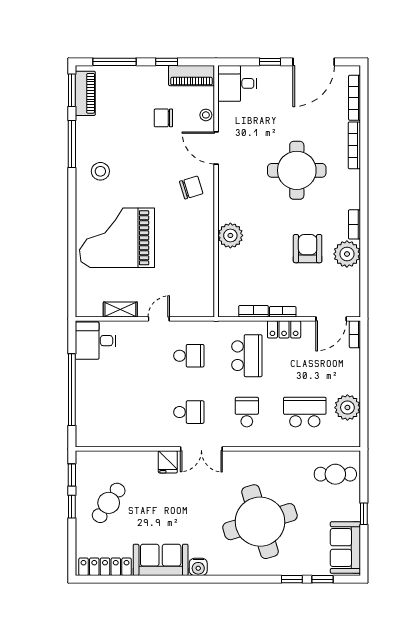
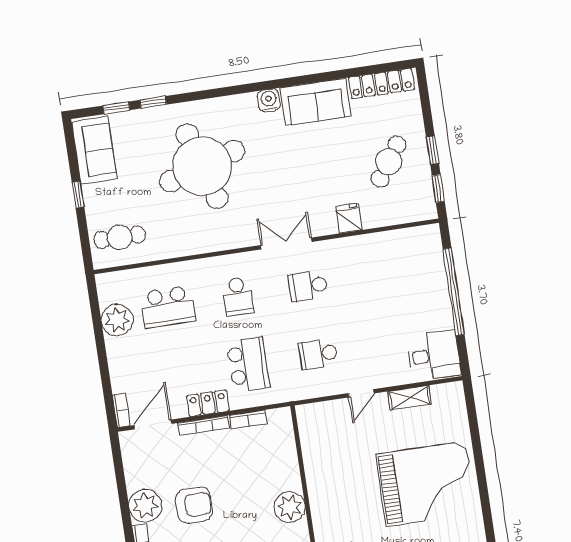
armchair: (308, 249) -> (194, 505), turned -90
bookcase: (283, 312) -> (204, 426), width x1.56
school desk: (247, 356) -> (248, 365), turned 180
fridge: (168, 462) -> (349, 218), moved

